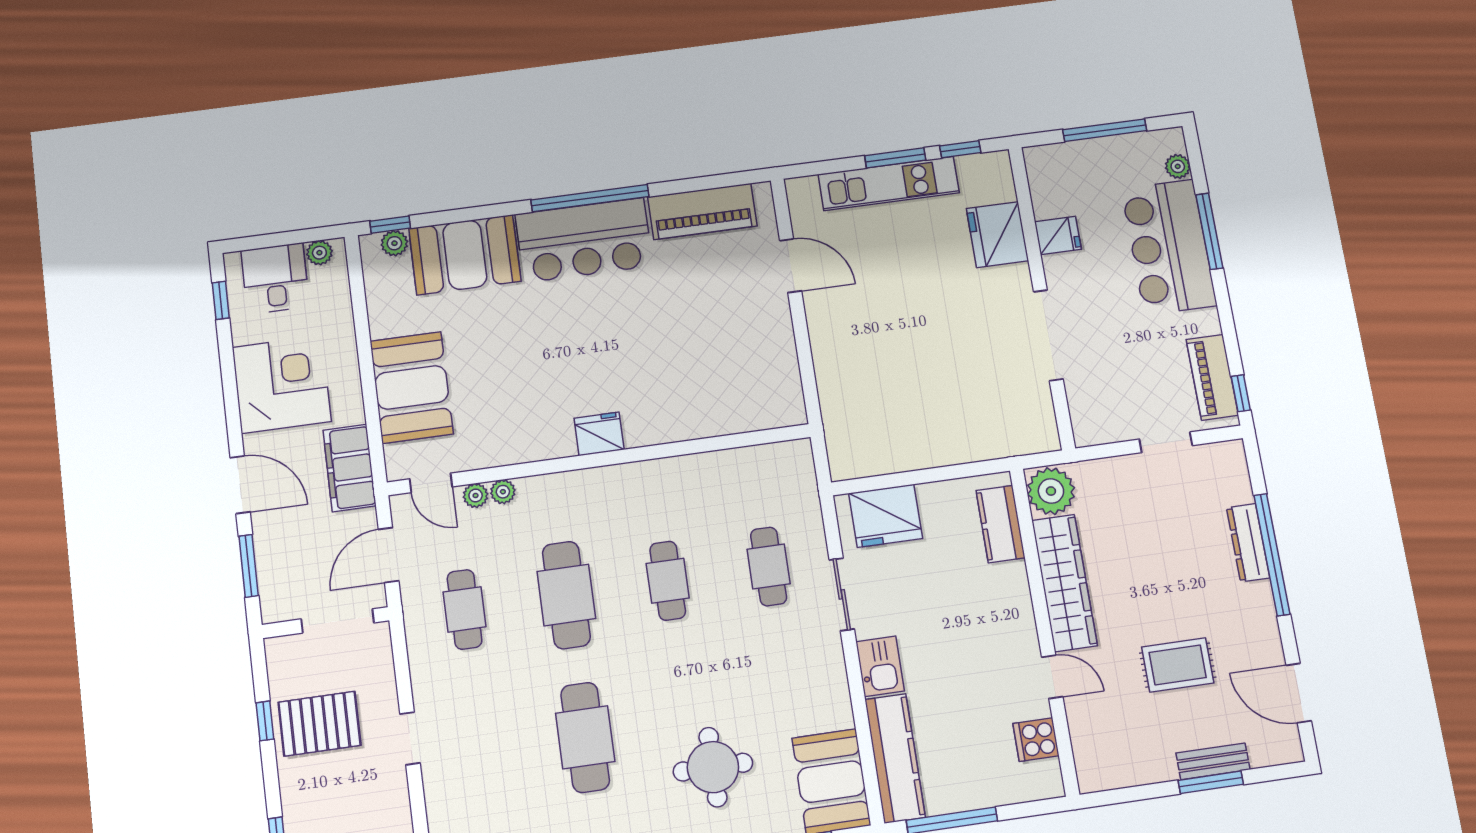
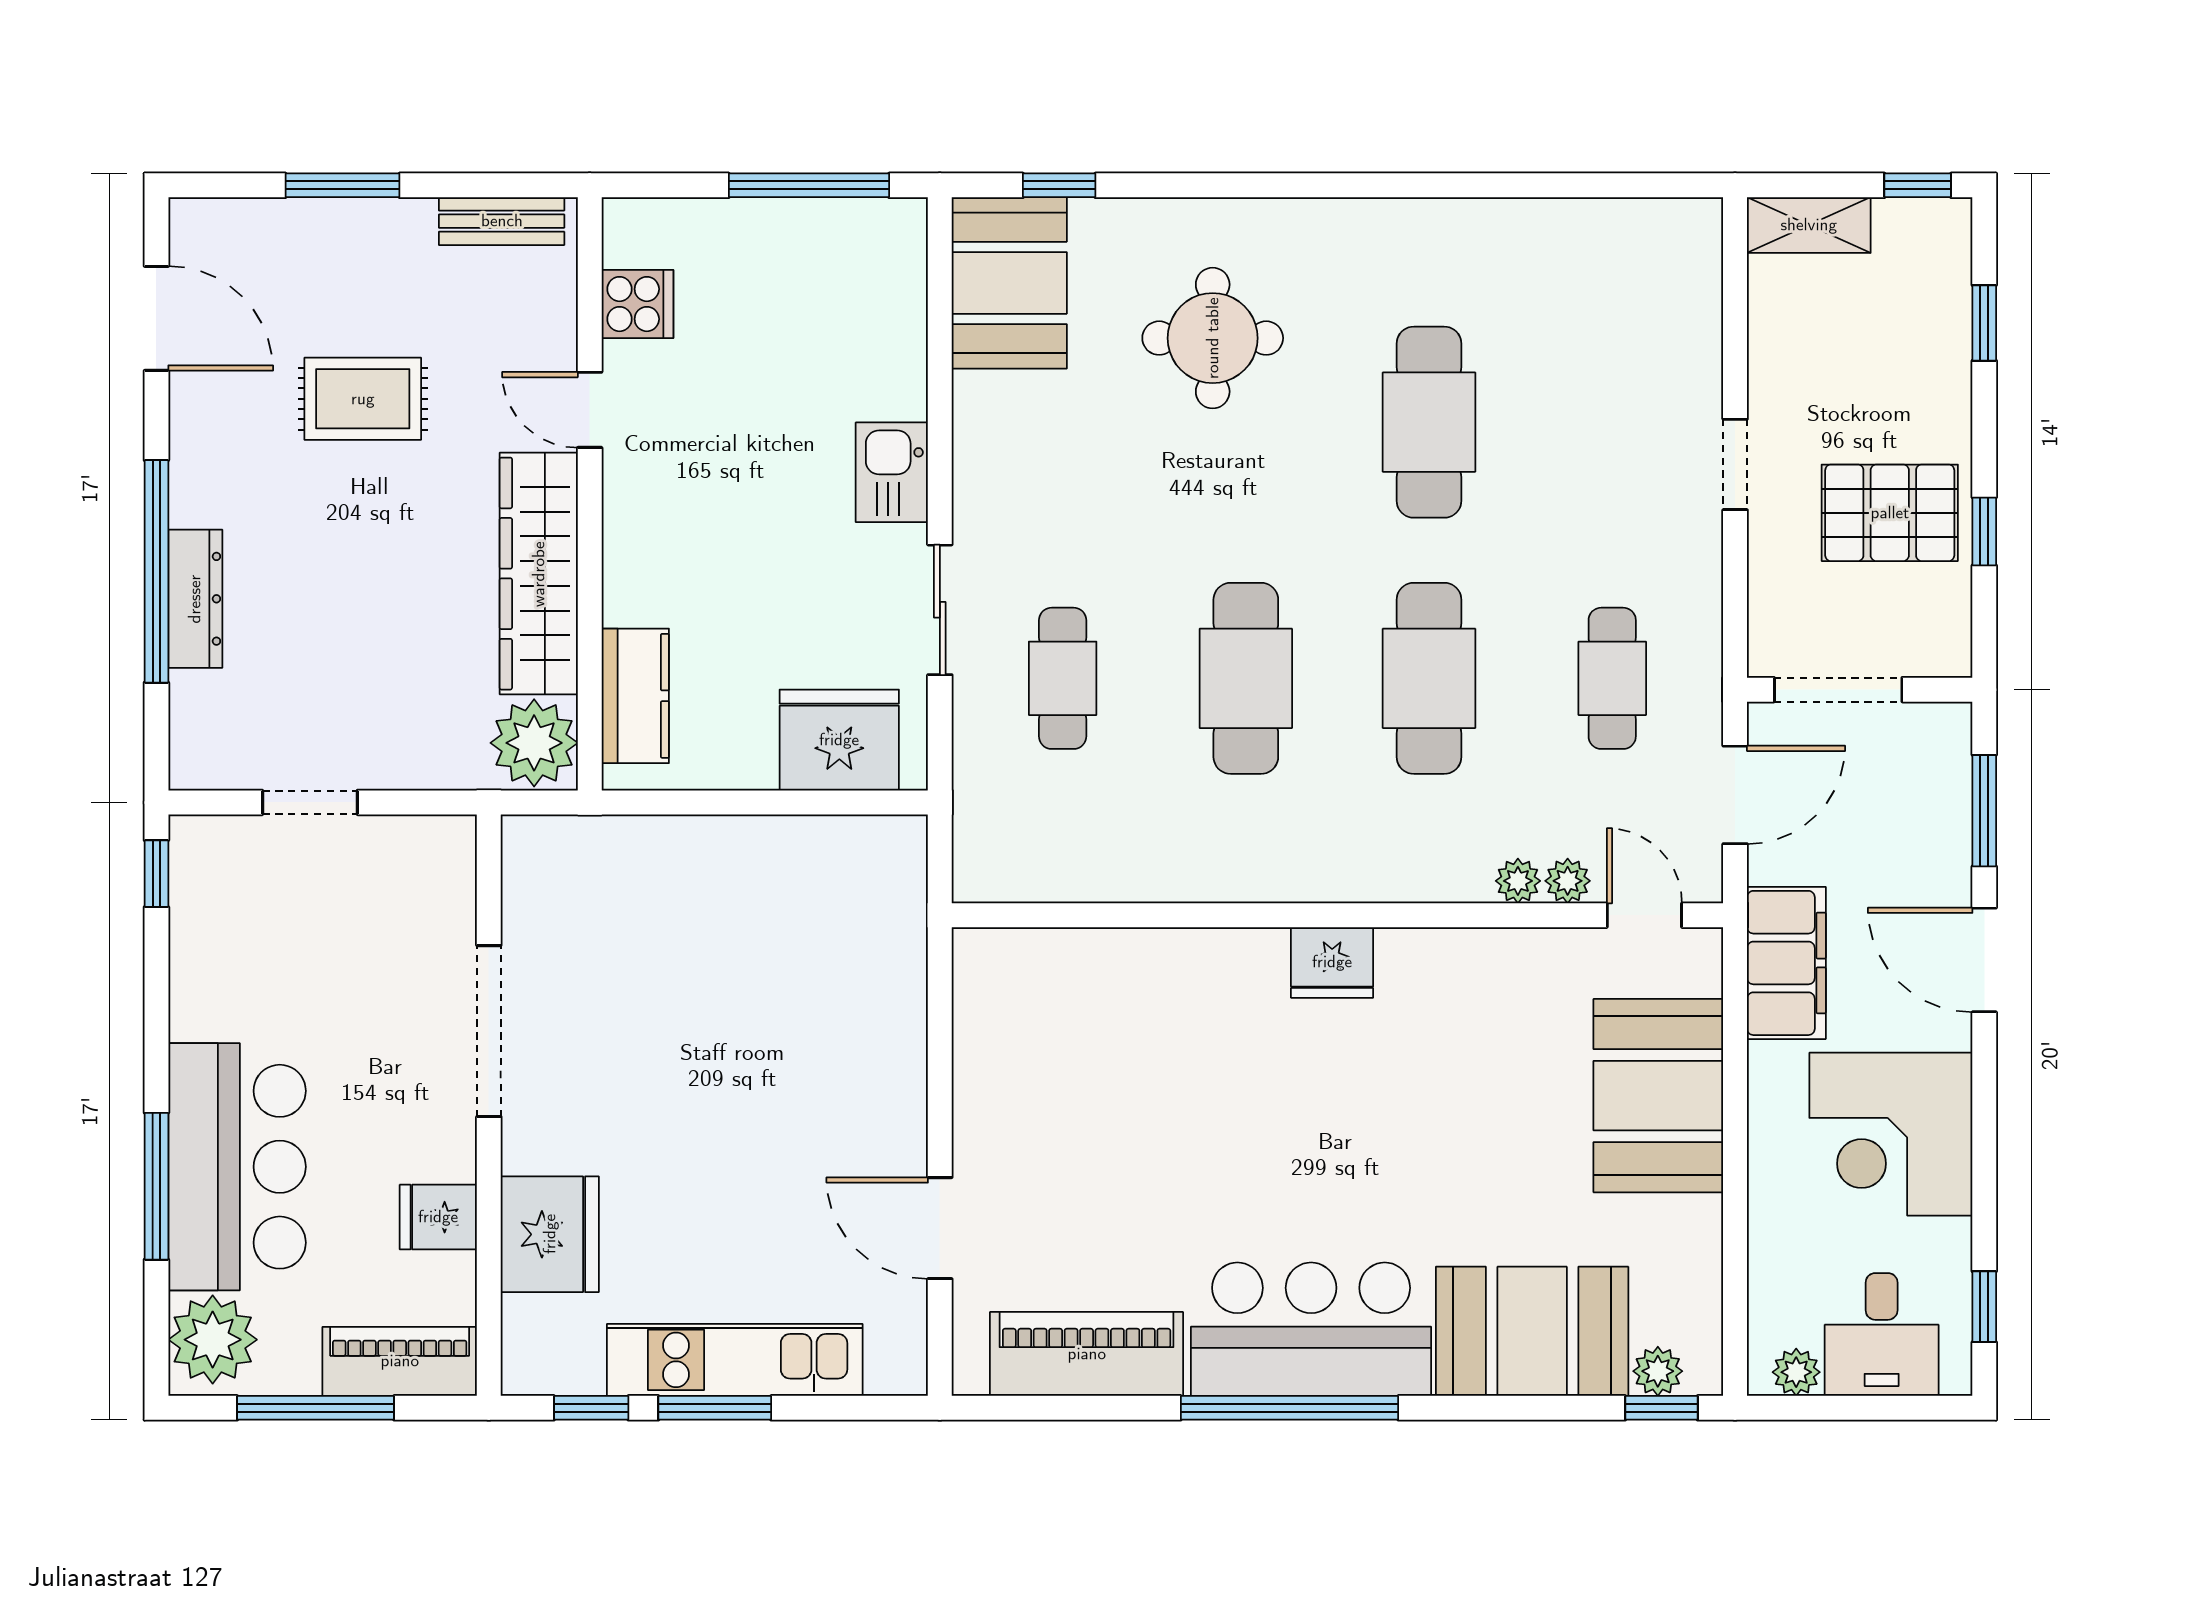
plant: (1178, 166) -> (213, 1340), width x1.88, depth x1.88
piano: (1212, 377) -> (400, 1361), moved, turned -90
cafe table: (668, 581) -> (1246, 678), width x1.37, depth x1.35
kitchen counter: (895, 758) -> (891, 307), removed
bench: (1213, 761) -> (502, 221), moved

